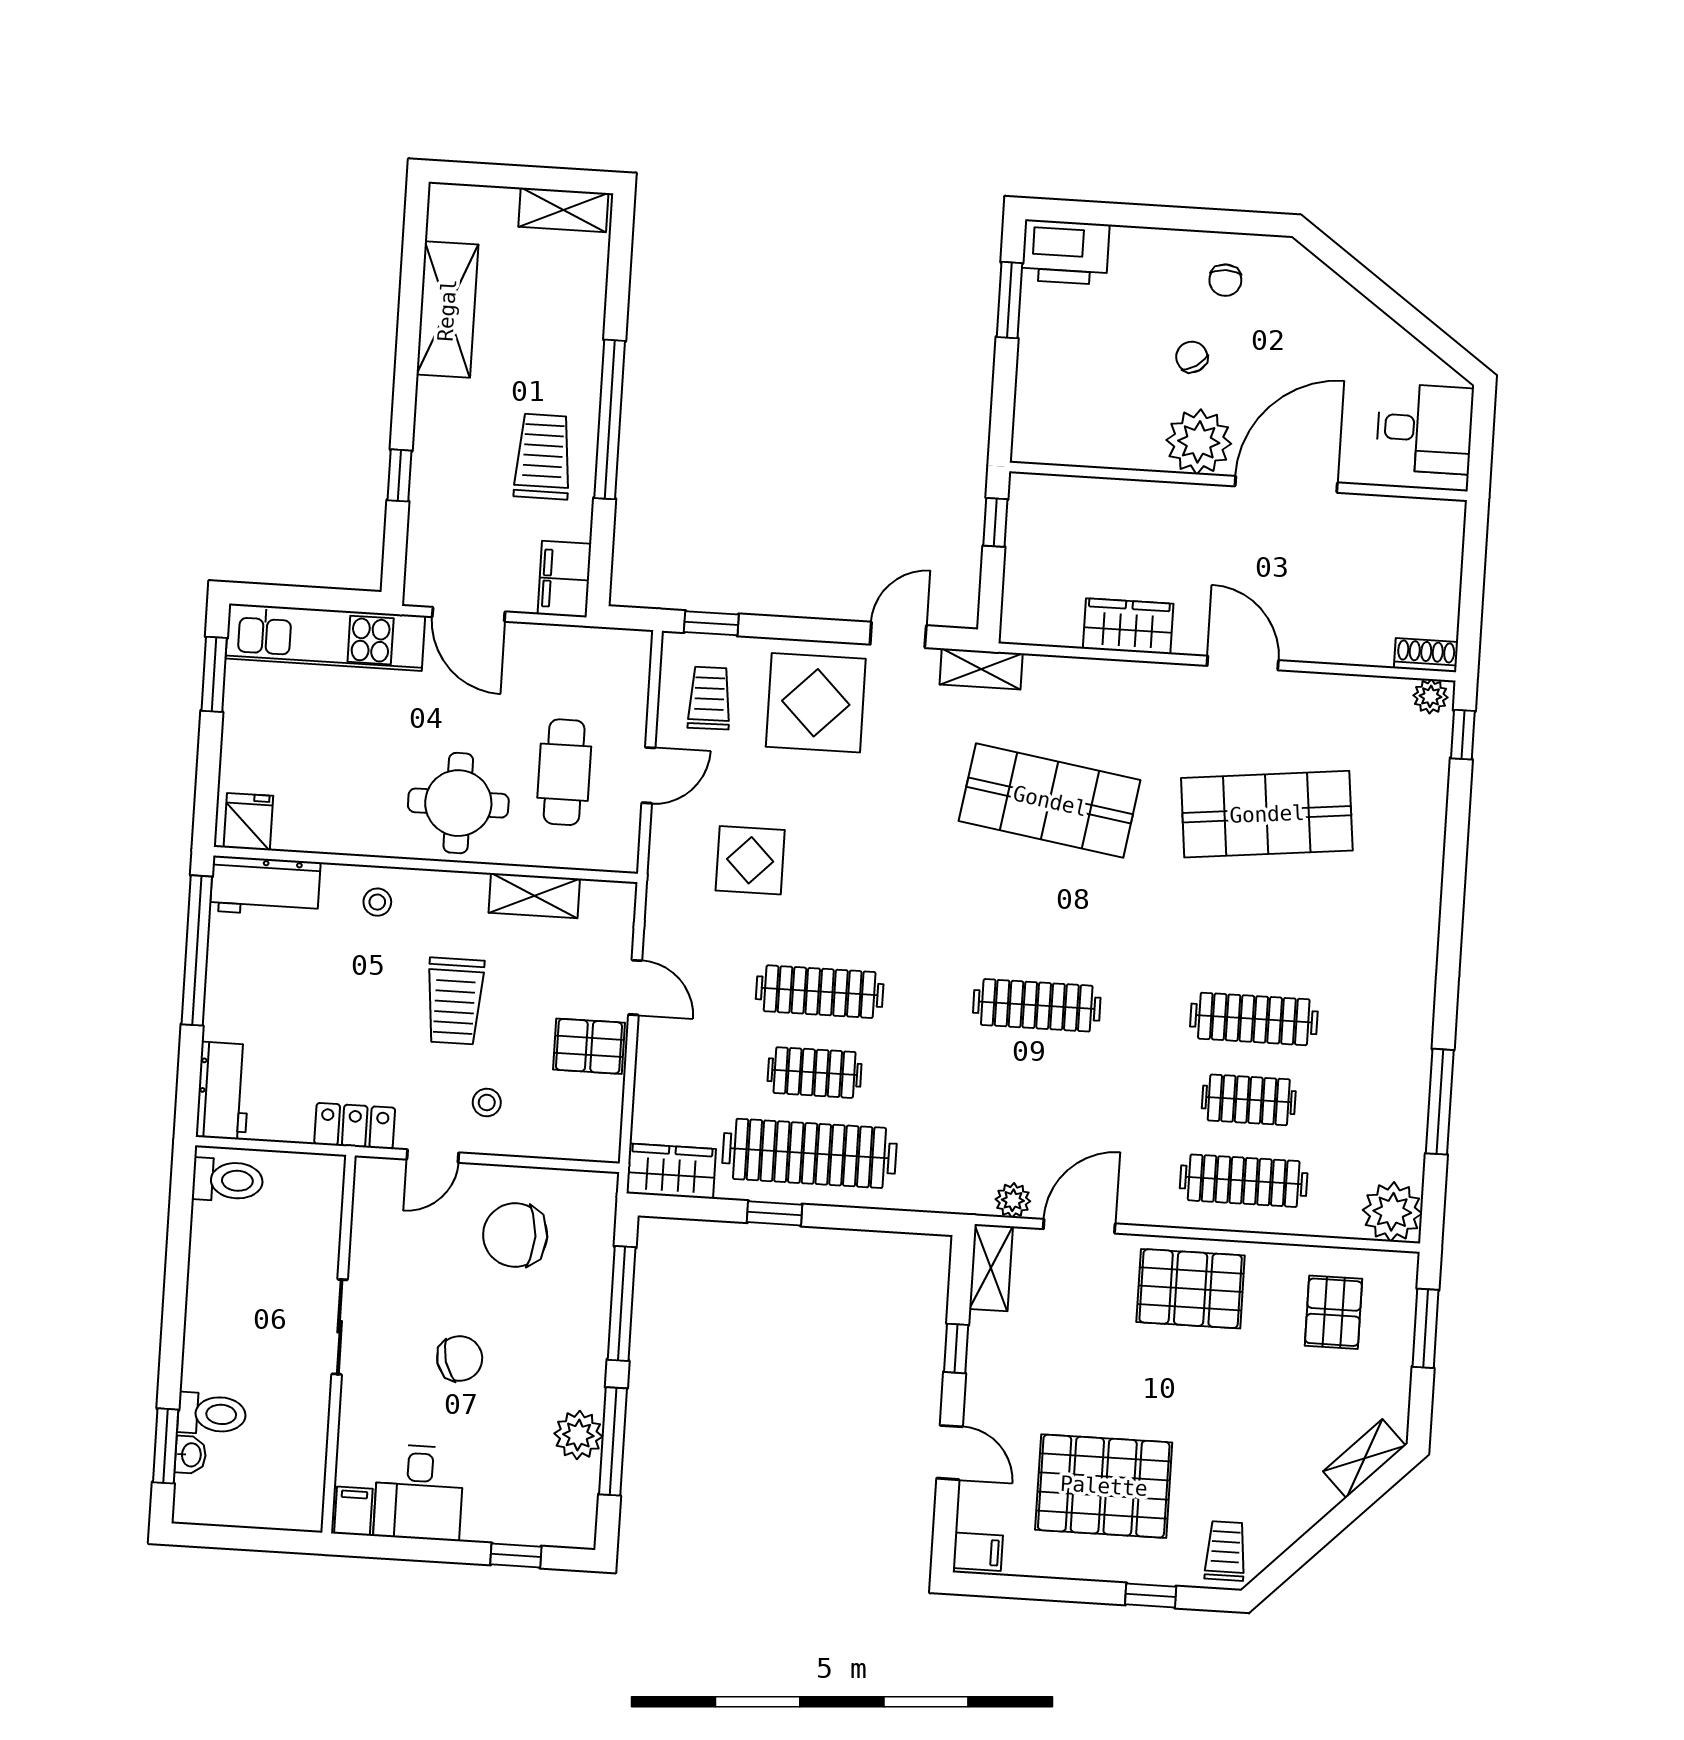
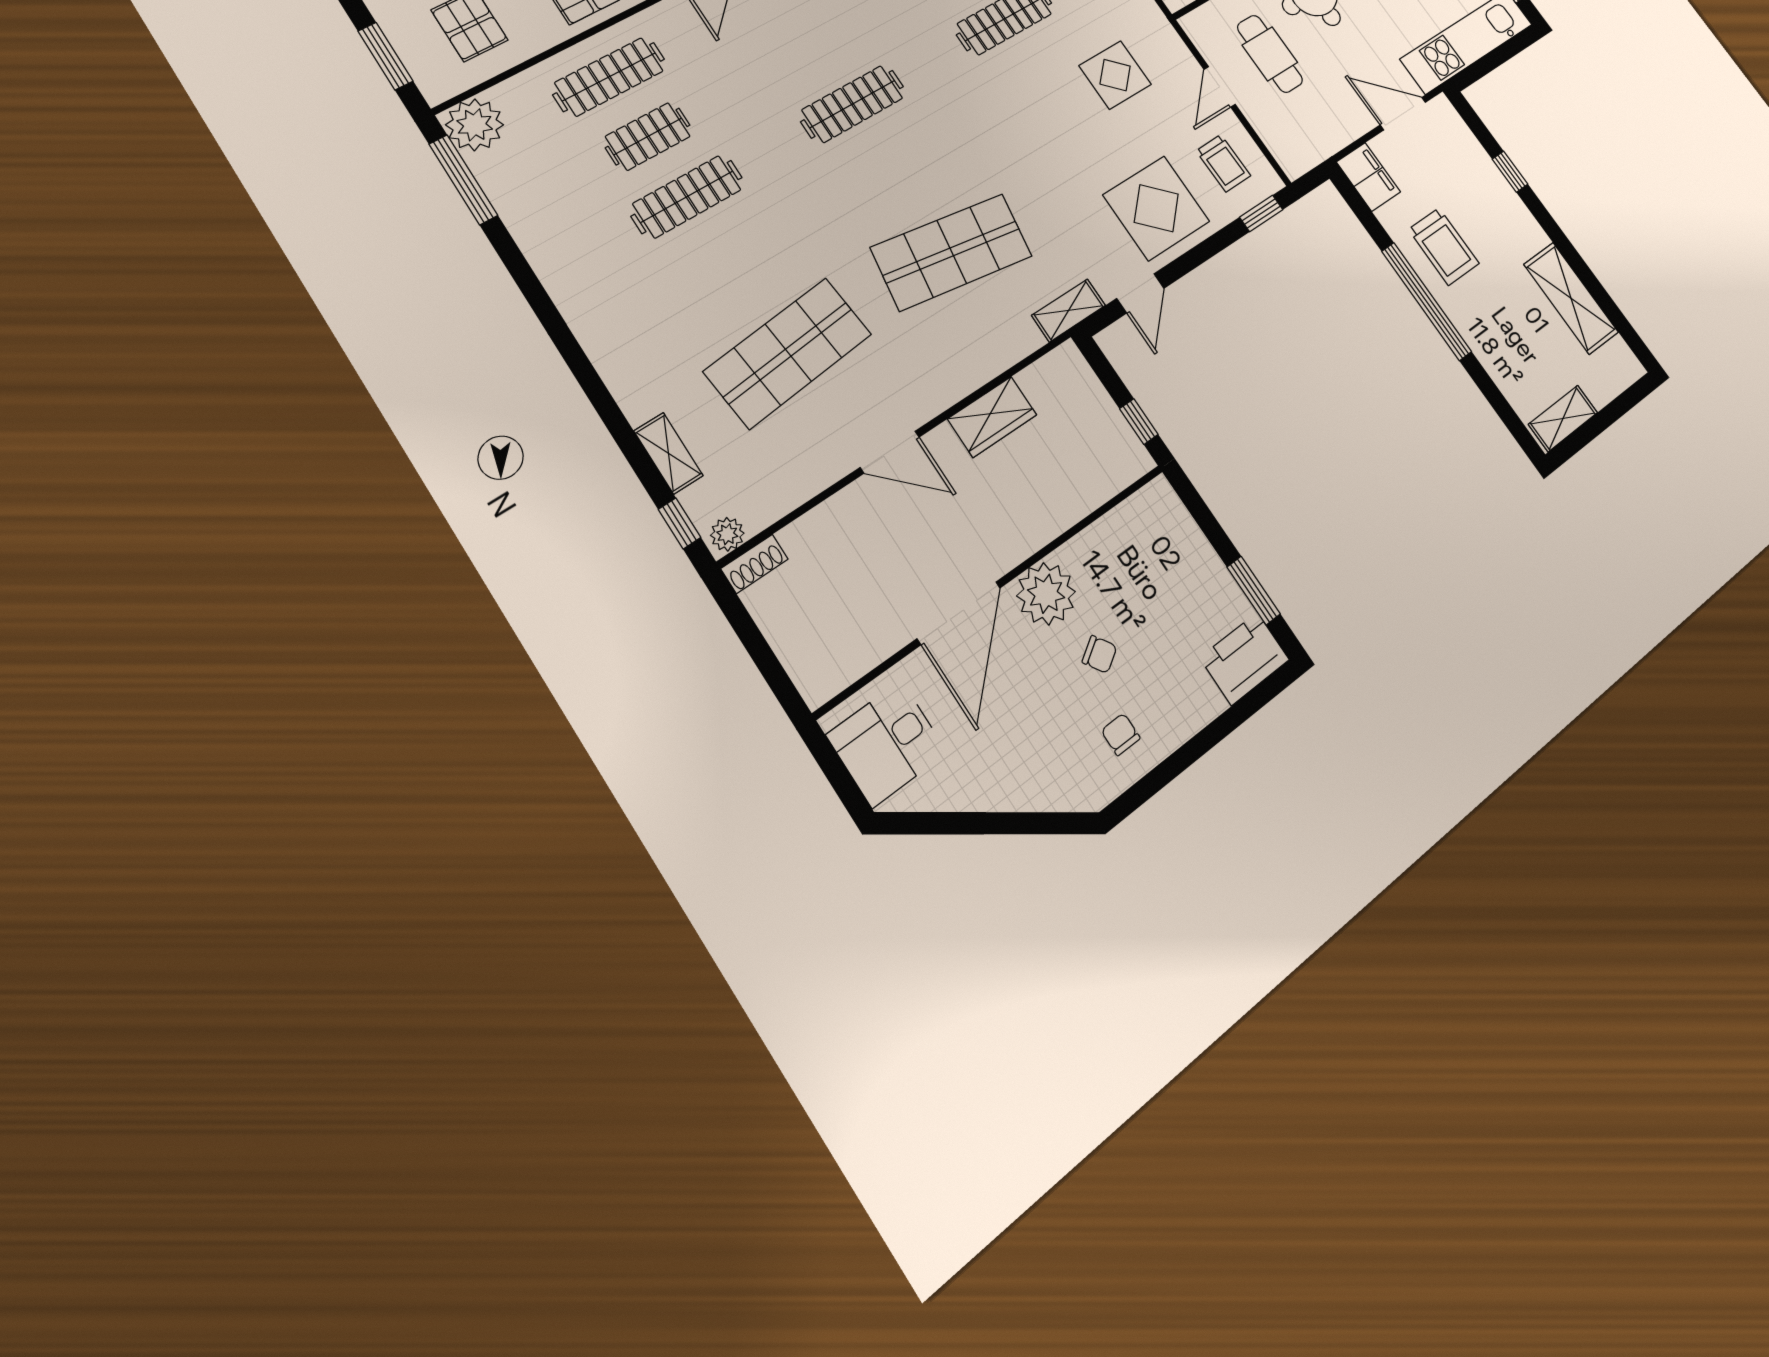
shelving: (1430, 801) -> (668, 453), added
window: (1440, 1102) -> (463, 180), moved

